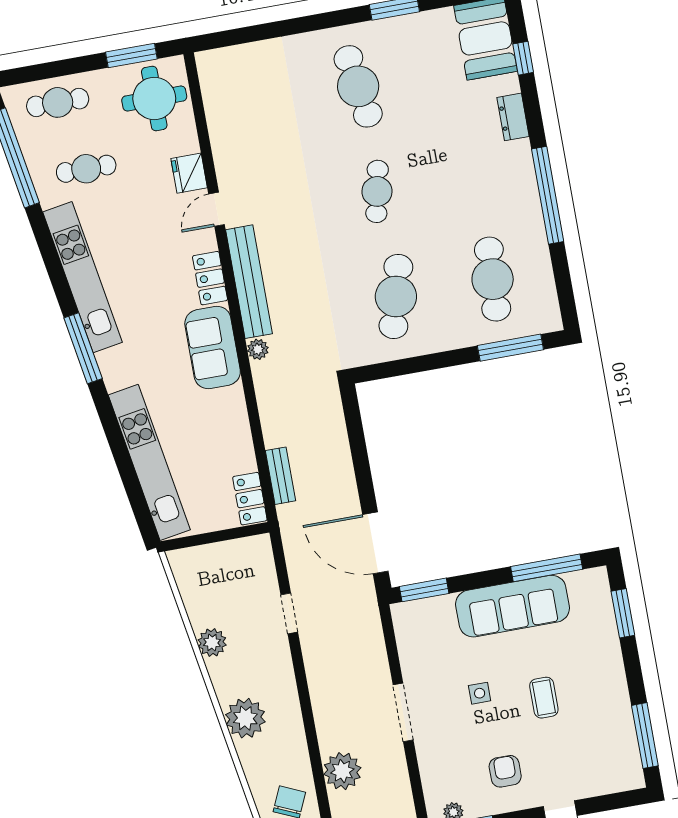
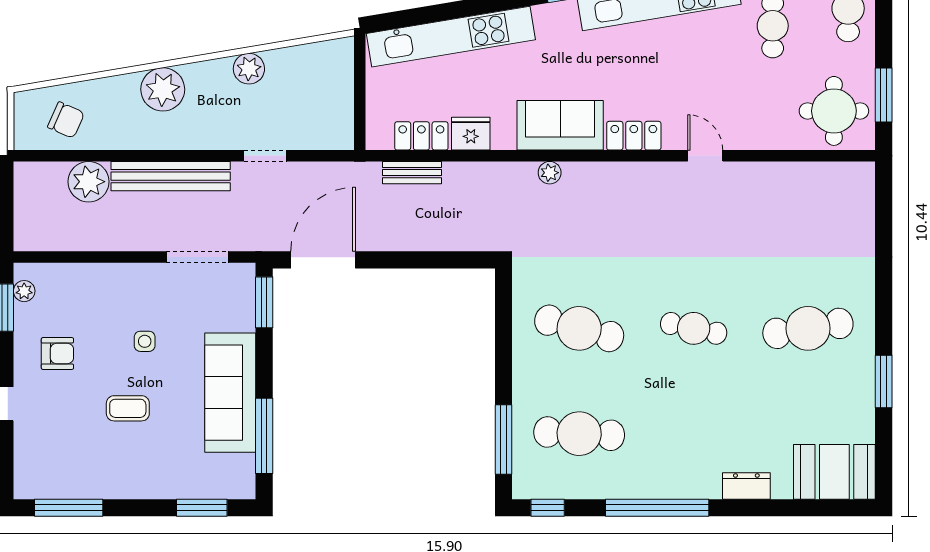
window: (523, 58) -> (548, 508), moved
fridge: (189, 173) -> (471, 134), moved
bench: (249, 282) -> (171, 176), moved
locker: (250, 499) -> (421, 136), moved
doorway: (403, 712) -> (197, 257), moved

